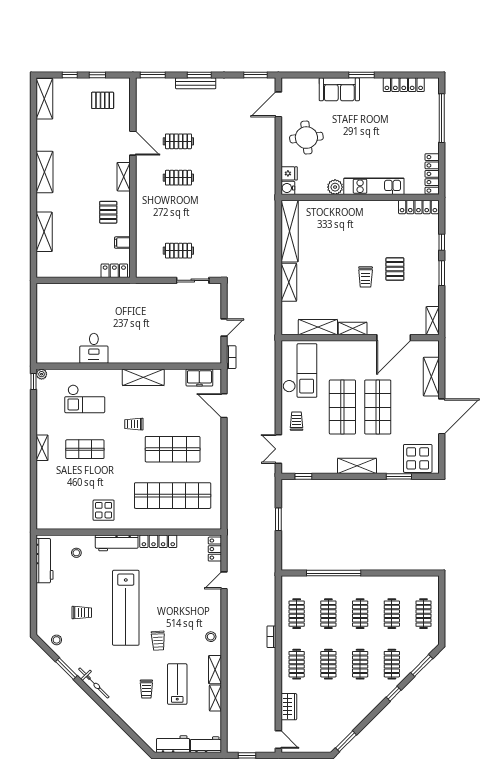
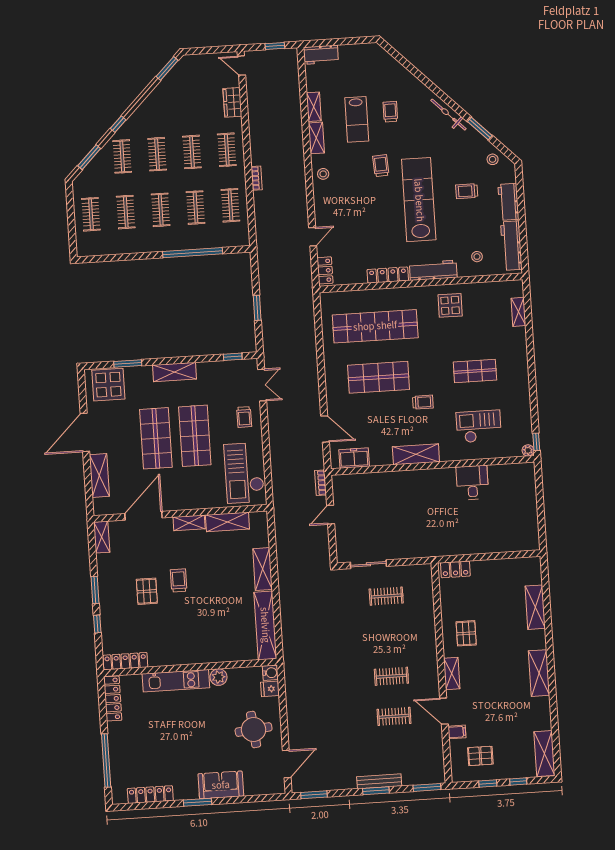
filing cabinet: (122, 243) -> (457, 732), moved
shelving: (42, 448) -> (518, 312), moved
workbench: (173, 744) -> (508, 202), moved, turned 90

